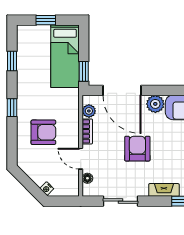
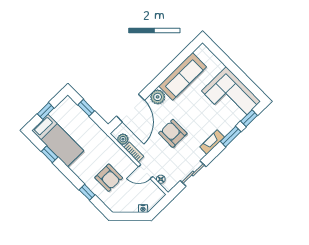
bed: (65, 56) -> (58, 141), moved
window: (84, 71) -> (86, 108), moved
door: (122, 90) -> (130, 108), hinge flipped
window: (12, 108) -> (87, 192), moved
armchair: (43, 132) -> (109, 178), turned 90

